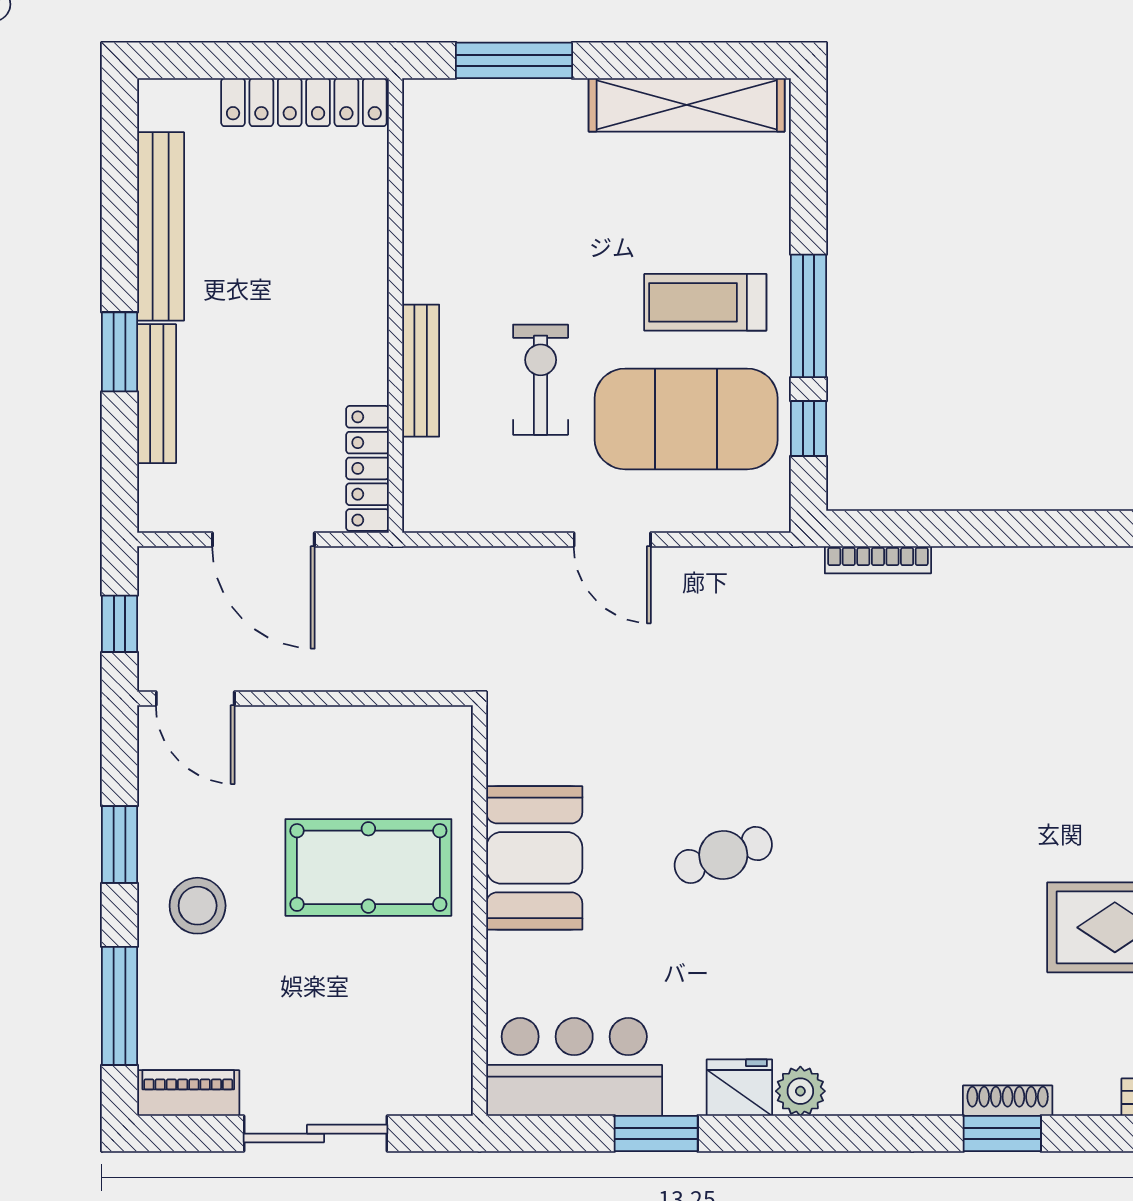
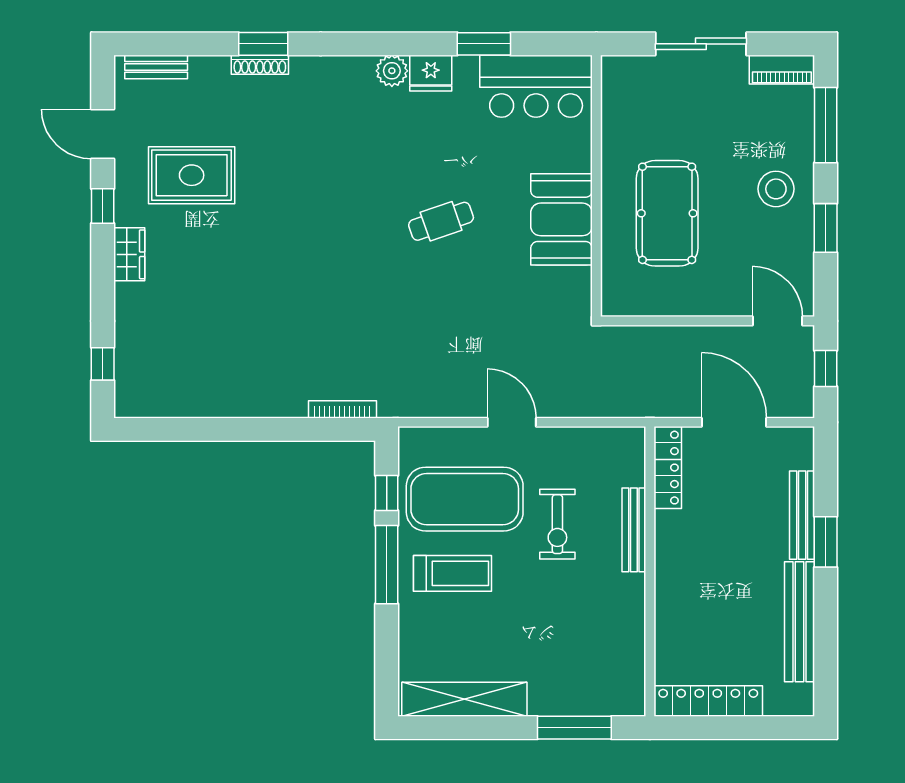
pool table: (368, 867) -> (667, 213), turned 90

